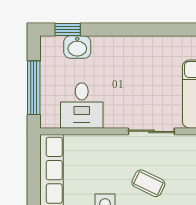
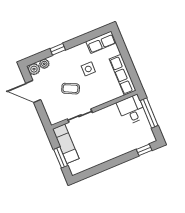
washbasin: (77, 47) -> (136, 143), removed
desk: (82, 106) -> (131, 110), moved

